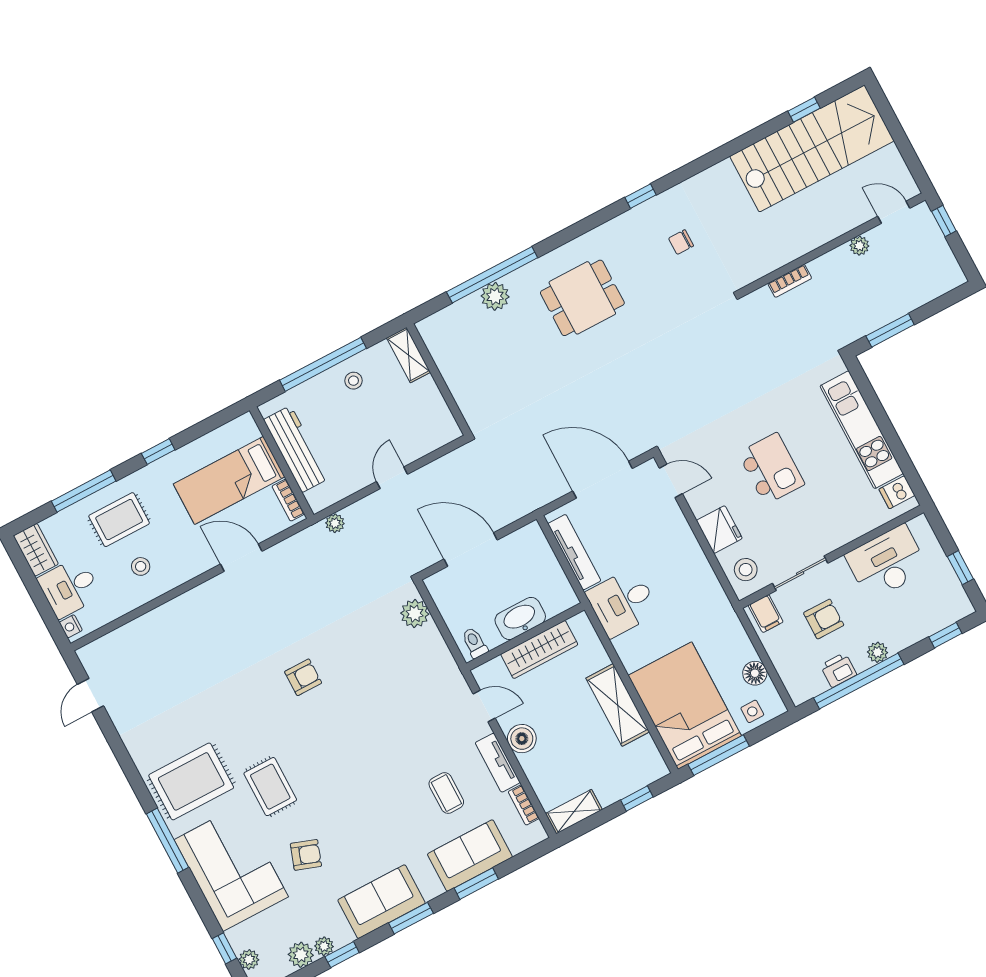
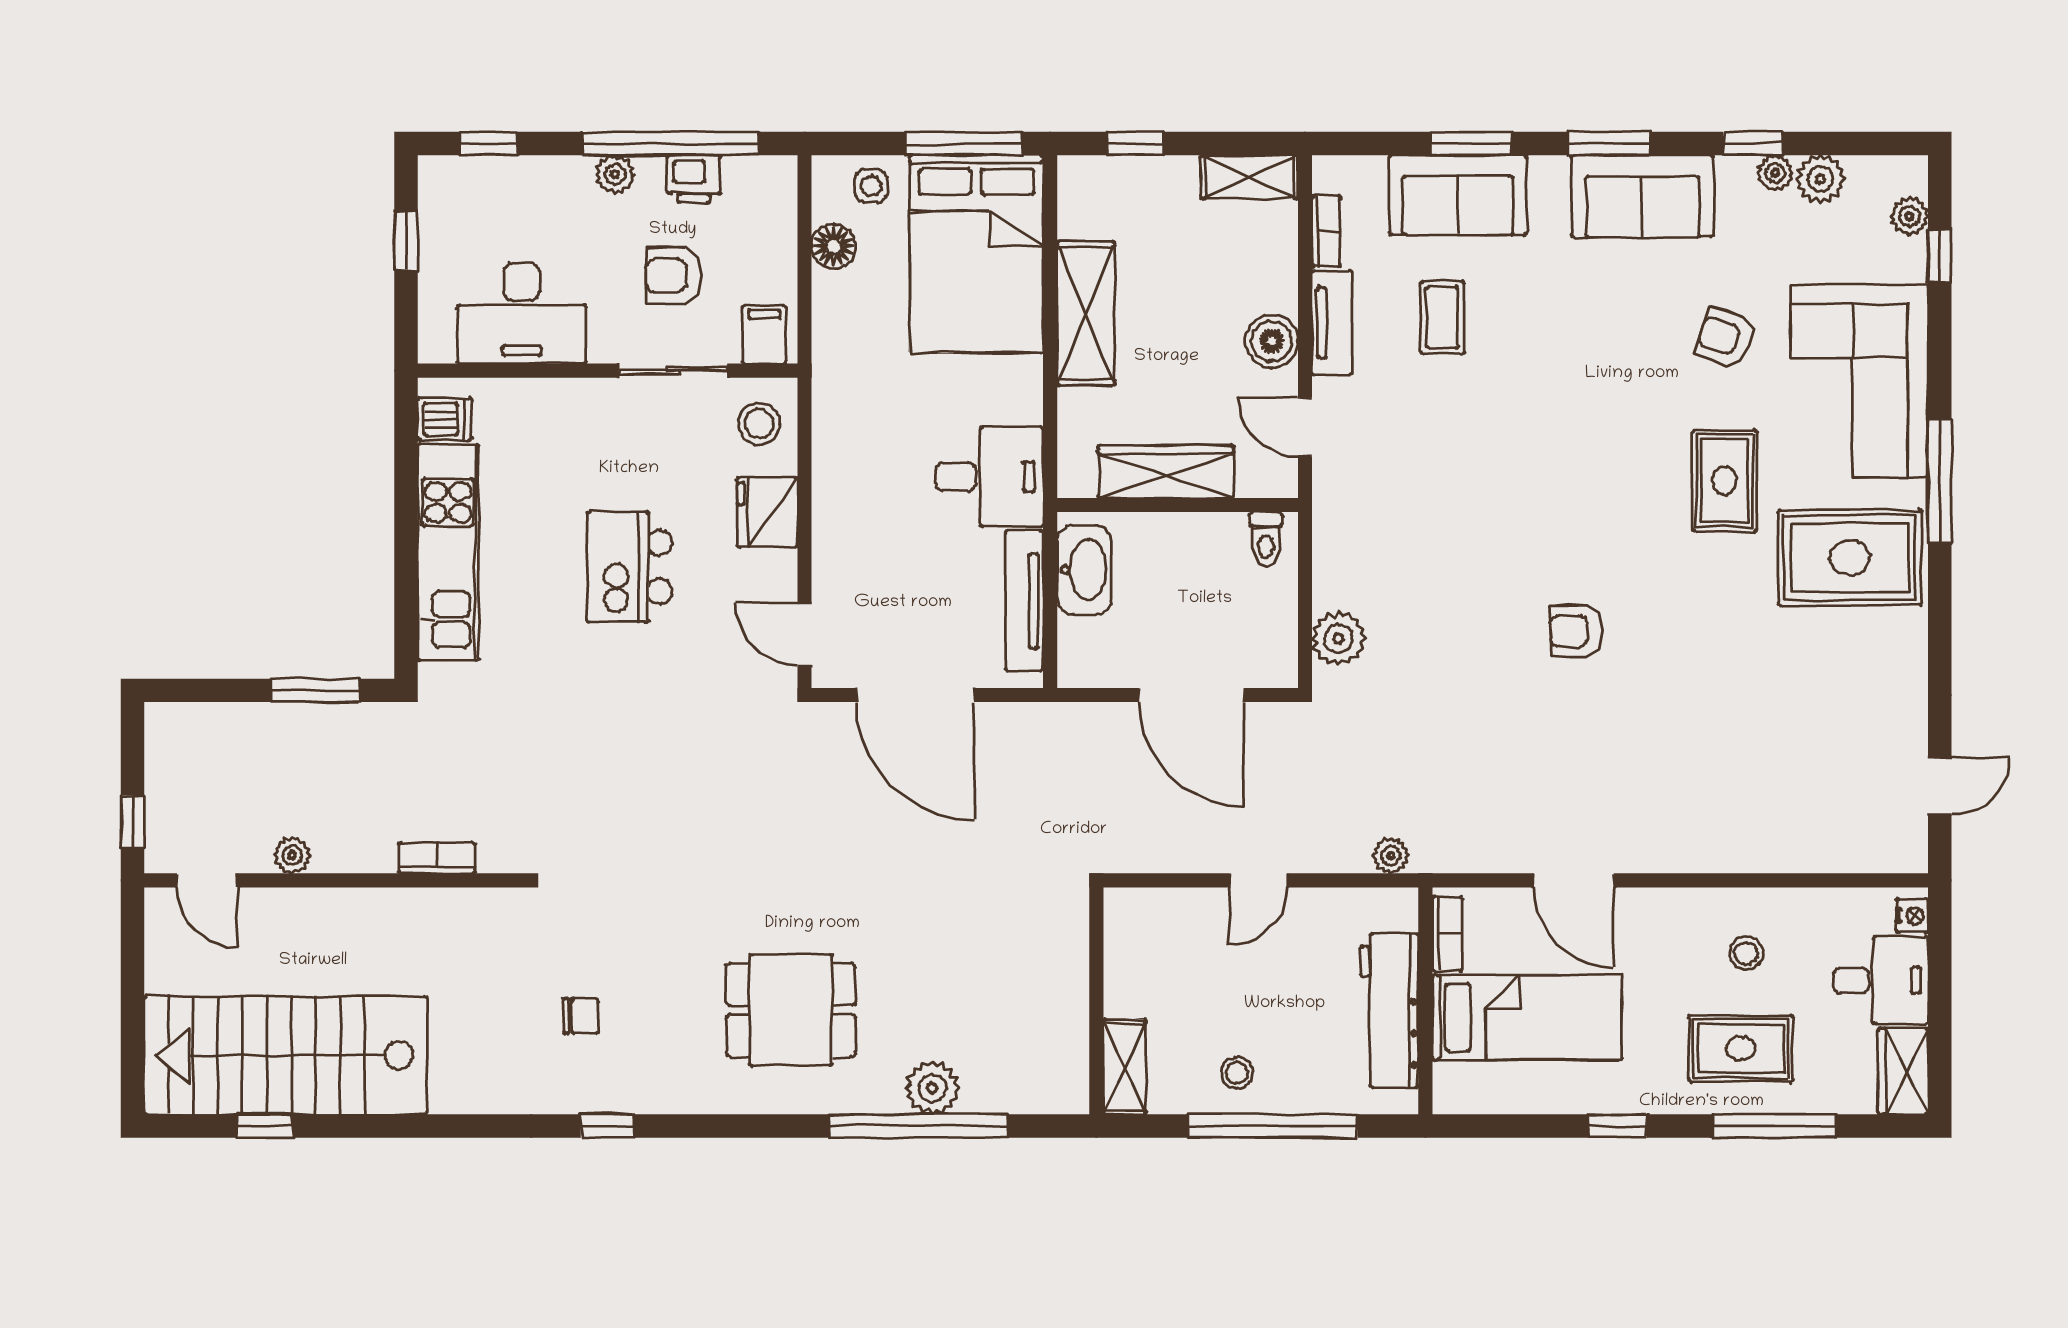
washbasin: (520, 618) -> (1084, 570), moved, turned -90

